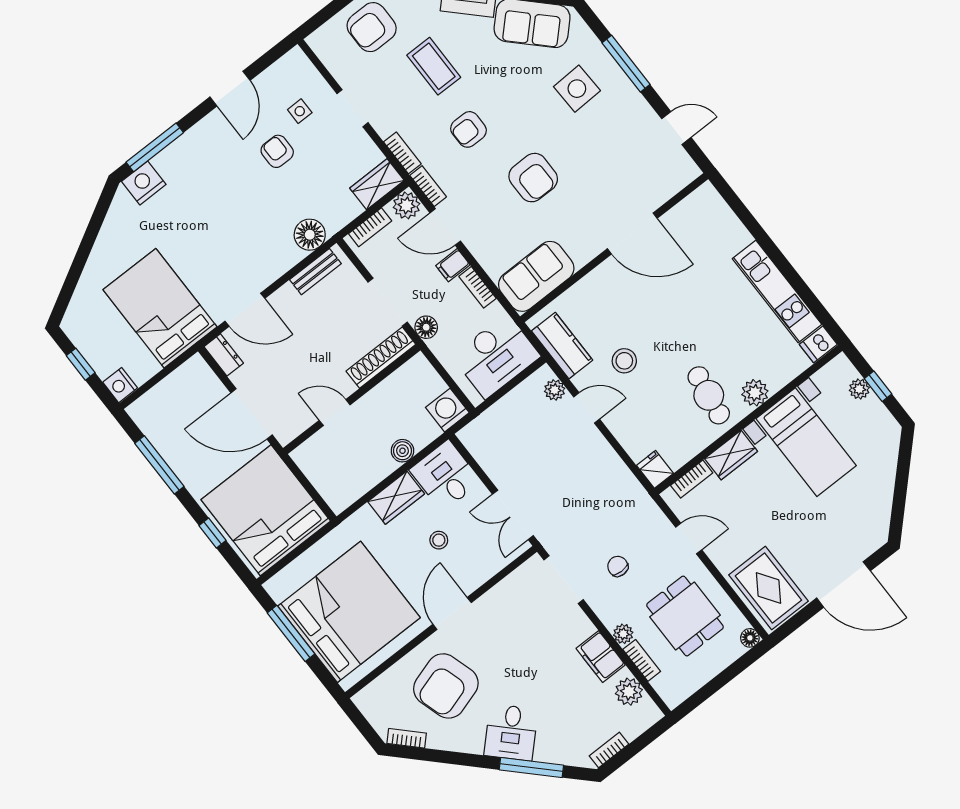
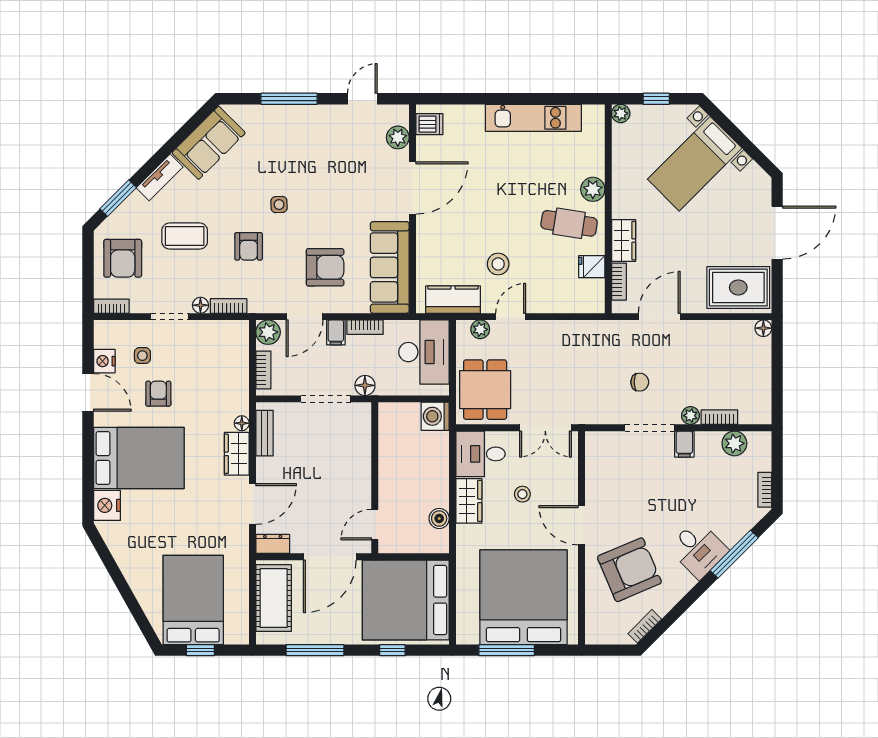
side table: (577, 89) -> (279, 205), moved, width x0.54, depth x0.54
floor lamp: (384, 128) -> (200, 305), added
window: (155, 147) -> (88, 478), removed
armchair: (277, 151) -> (158, 394), turned 90
bed: (207, 178) -> (139, 458), added
armchair: (533, 178) -> (325, 267), moved
wardrobe: (377, 184) -> (237, 454), moved
bookcase: (428, 186) -> (111, 306), moved
plant: (667, 186) -> (398, 137), added
floor lamp: (310, 235) -> (242, 423), width x0.53, depth x0.53
sofa: (536, 276) -> (390, 267), width x1.36
bed: (160, 308) -> (193, 600), moved, turned 90
dishwasher: (818, 344) -> (429, 124), moved, turned -90
shoe rack: (381, 358) -> (362, 434), removed
nightstand: (120, 385) -> (104, 361), moved, turned 90
plant: (859, 389) -> (621, 113), moved
cot: (177, 393) -> (274, 598), added
door: (335, 413) -> (375, 525), moved
bed with nightstands: (806, 442) -> (695, 164), moved, turned 135
boiler: (402, 451) -> (439, 518), moved
fridge: (655, 469) -> (592, 267), moved
door: (689, 539) -> (659, 317), width x1.38
chair: (618, 566) -> (640, 382), turned 180
doorway: (564, 580) -> (650, 428), moved
dining table: (685, 616) -> (485, 390), moved, turned 90
filing cabinet: (601, 657) -> (684, 444), width x0.50
armchair: (446, 686) -> (629, 570), turned -96

